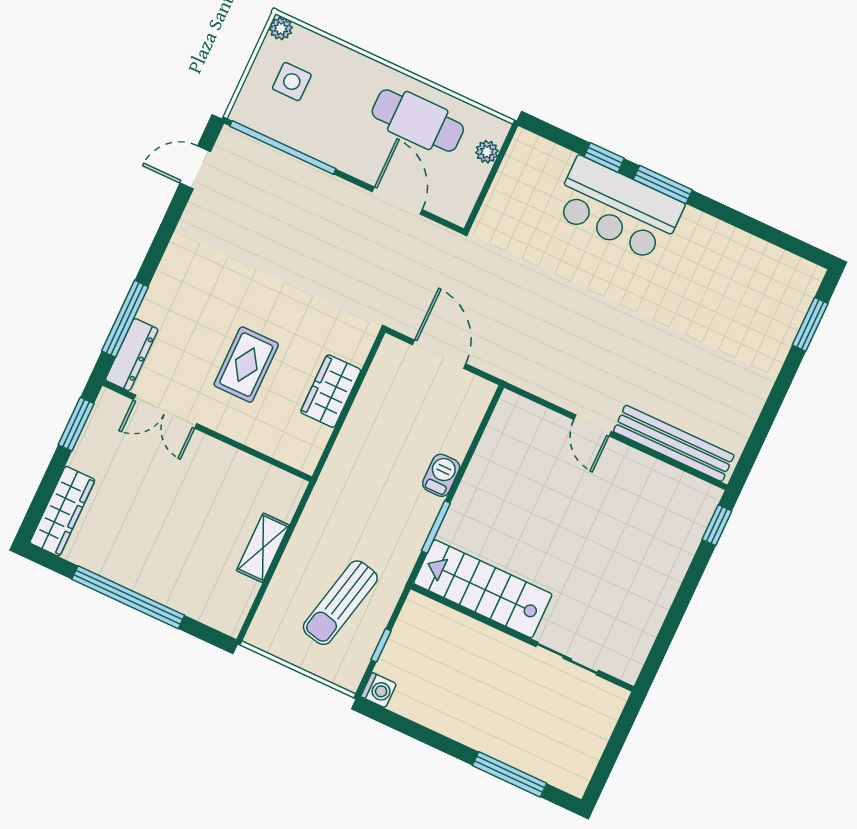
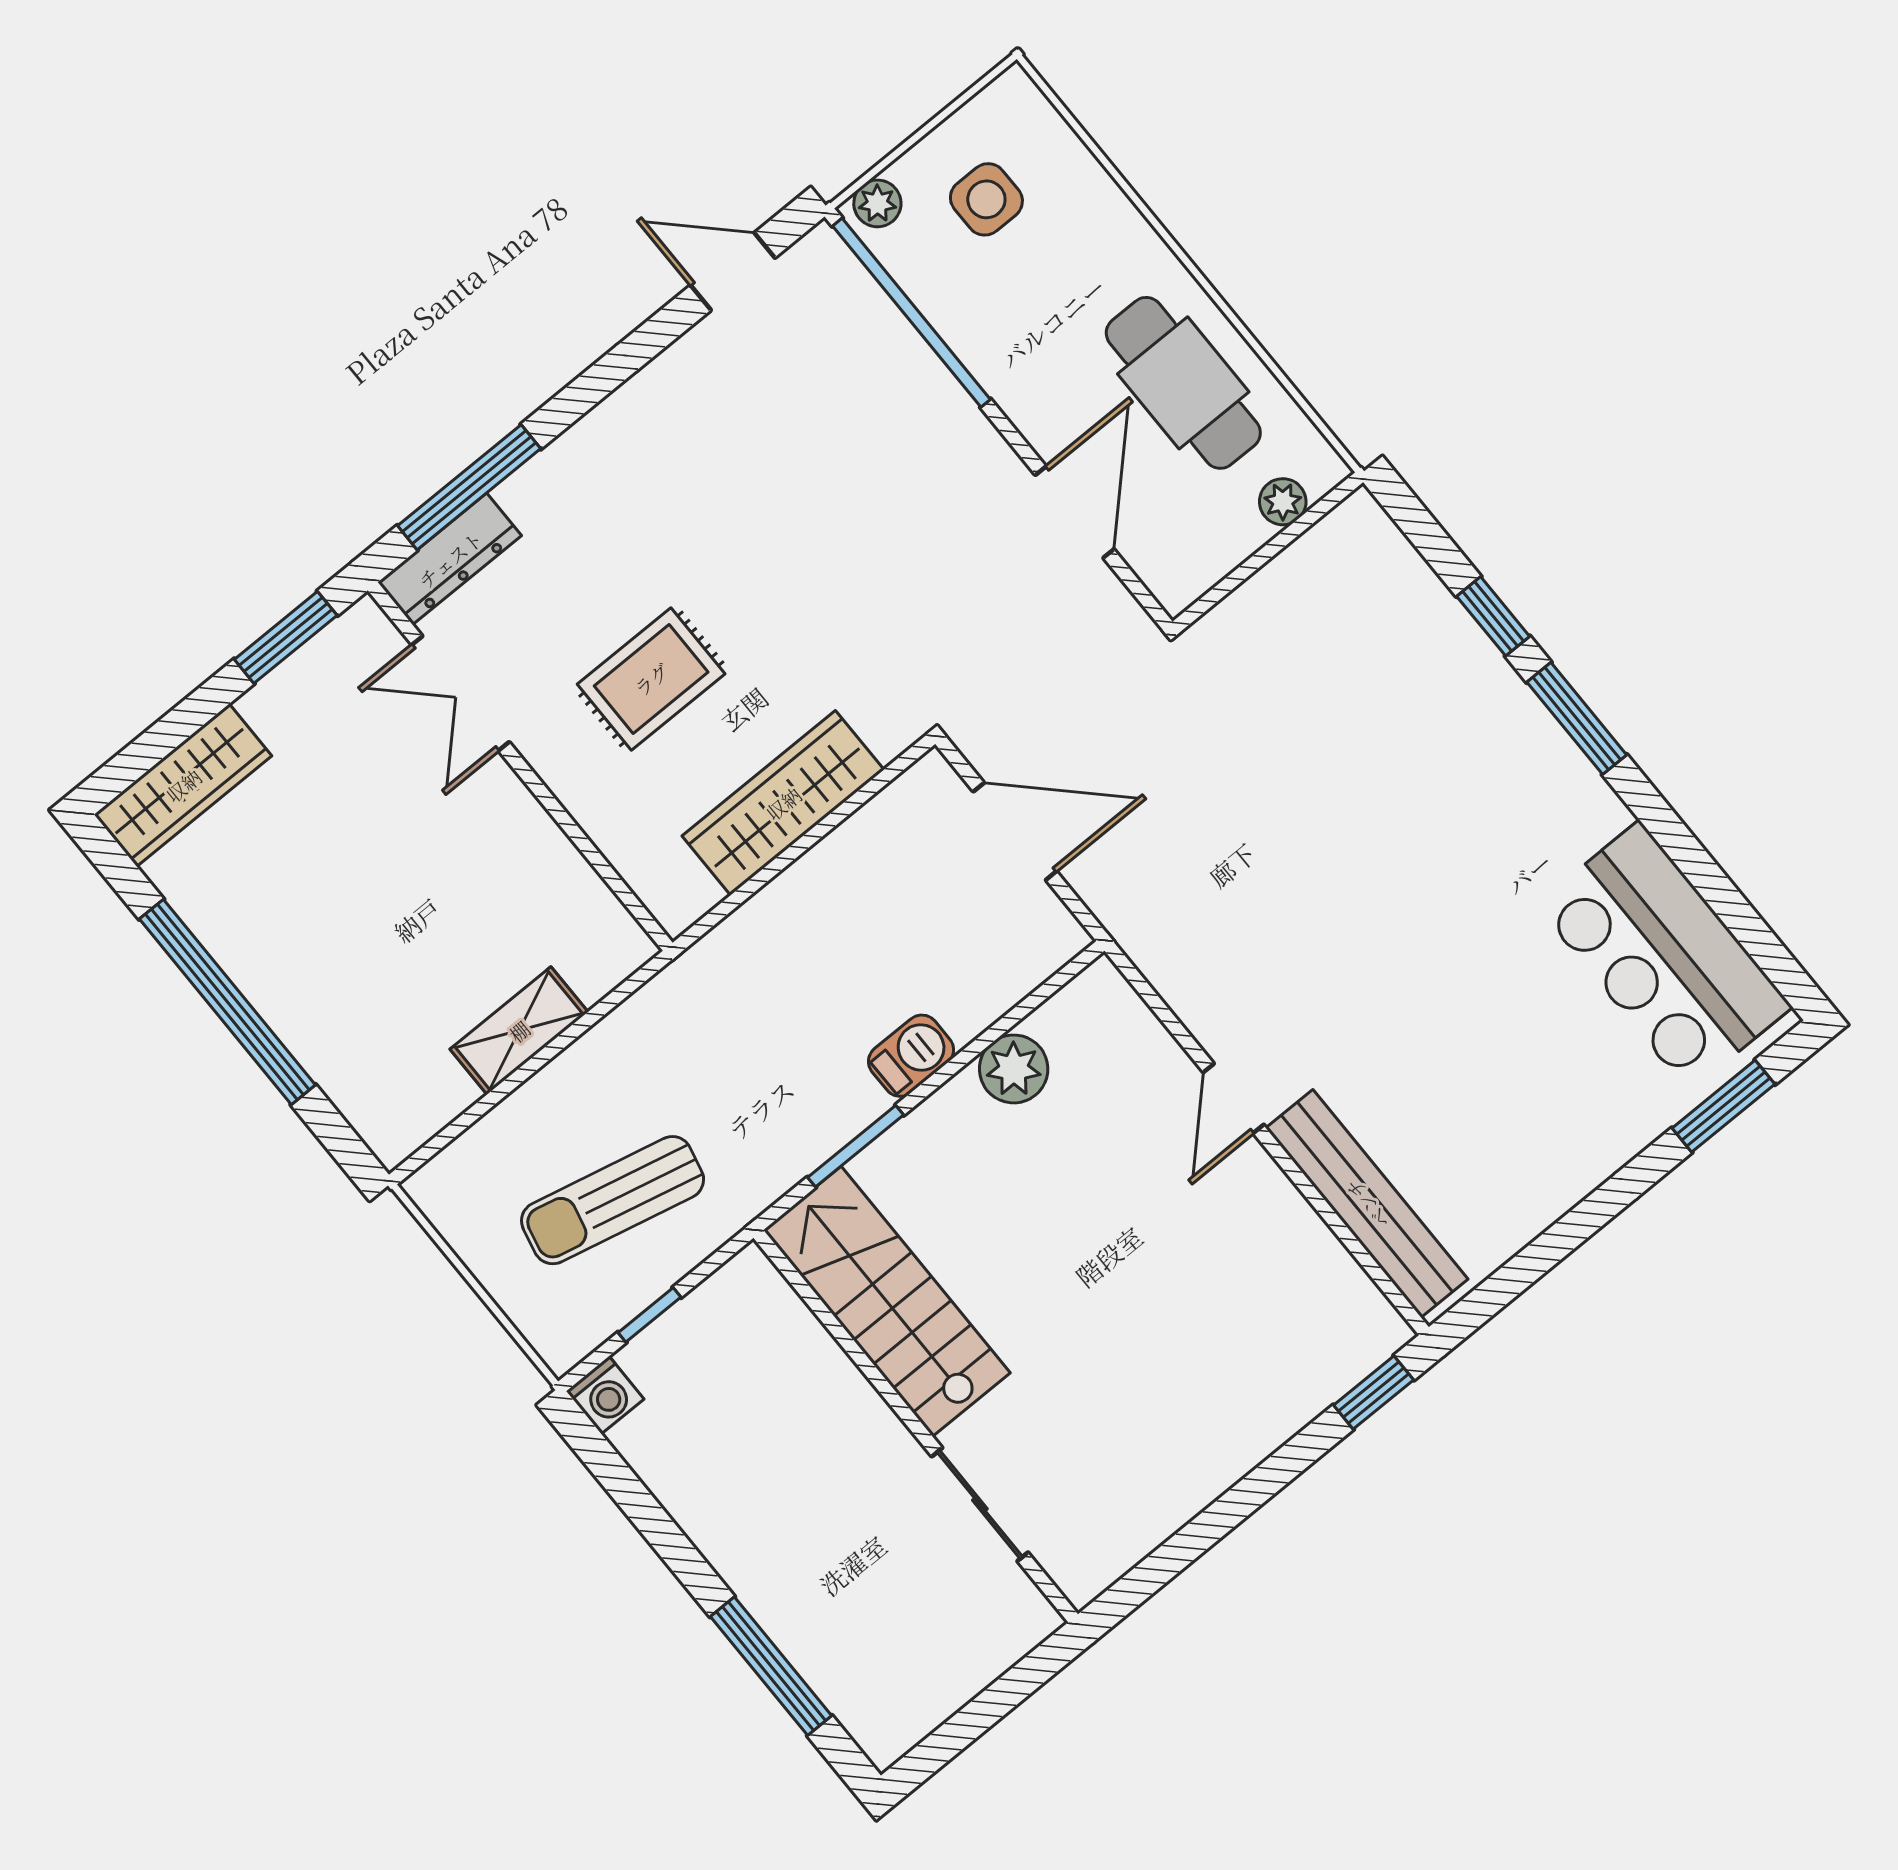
plant: (281, 28) -> (877, 203), moved
bar counter: (618, 209) -> (1664, 956), moved
door: (439, 354) -> (1015, 831), hinge flipped
wardrobe: (331, 391) -> (783, 803), width x1.50
plant: (489, 459) -> (1014, 1069), added

